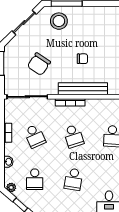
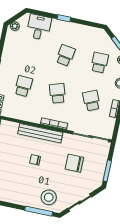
chair: (39, 64) -> (74, 163), turned -124

